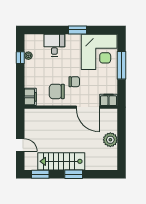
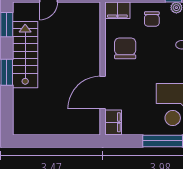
chair: (74, 82) -> (152, 19), moved
plant: (110, 140) -> (56, 125), removed

